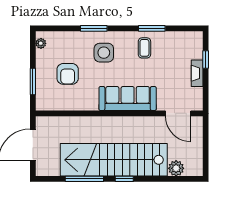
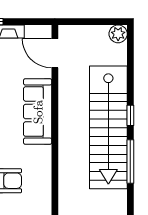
door: (178, 113) -> (55, 53), swing flipped
plant: (176, 168) -> (118, 34), moved

